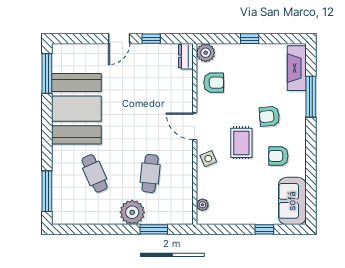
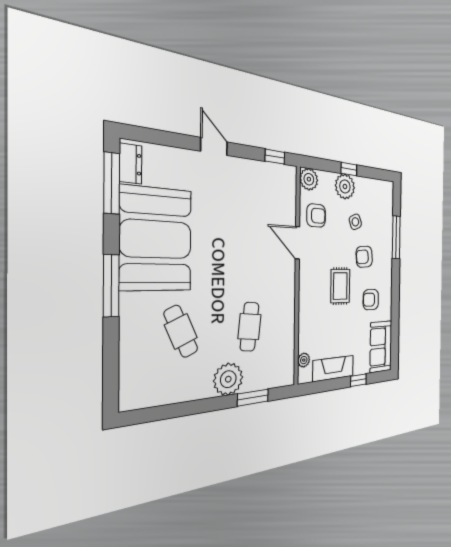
door: (119, 39) -> (214, 146), swing flipped
window: (151, 39) -> (275, 157), moved
plant: (245, 55) -> (345, 187), added
dresser: (186, 56) -> (130, 164), moved, turned 180
fireplace: (297, 68) -> (333, 368), moved, turned 90
door: (195, 126) -> (297, 243), moved
side table: (208, 159) -> (355, 222), moved
window: (47, 191) -> (111, 286), moved

